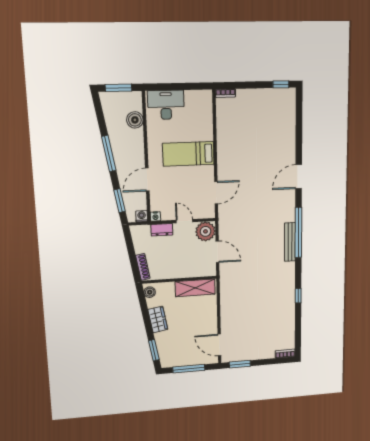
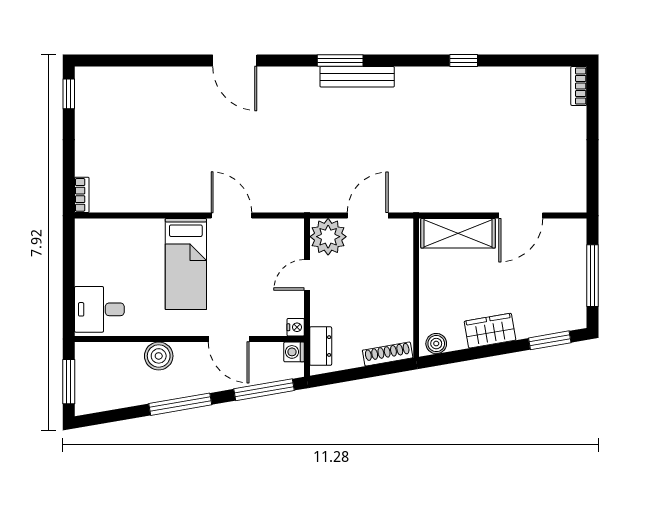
desk: (166, 105) -> (99, 309), width x0.73
boiler: (135, 120) -> (159, 356), moved
door: (216, 193) -> (231, 216), moved
window: (120, 201) -> (264, 390), width x1.44
dresser: (162, 230) -> (321, 346), moved
window: (298, 233) -> (340, 60), width x0.47
shelving: (195, 288) -> (458, 233), moved, turned 90
door: (219, 345) -> (521, 216), moved
window: (240, 364) -> (593, 176), removed

